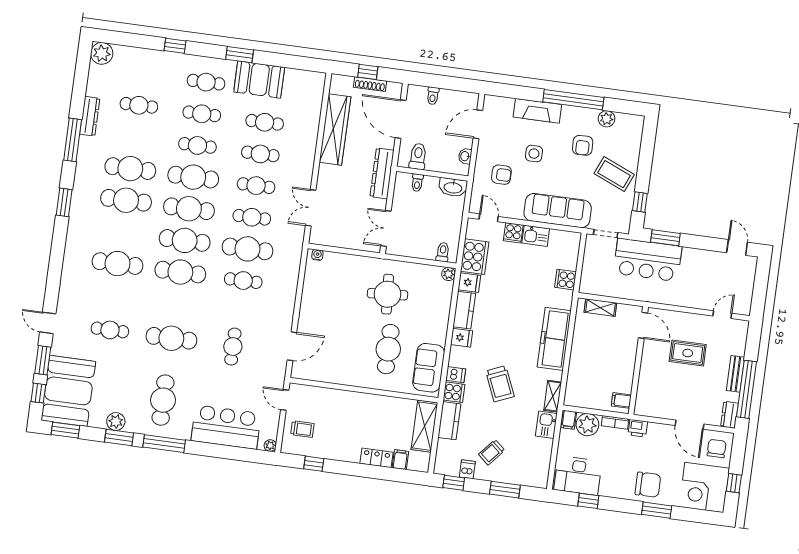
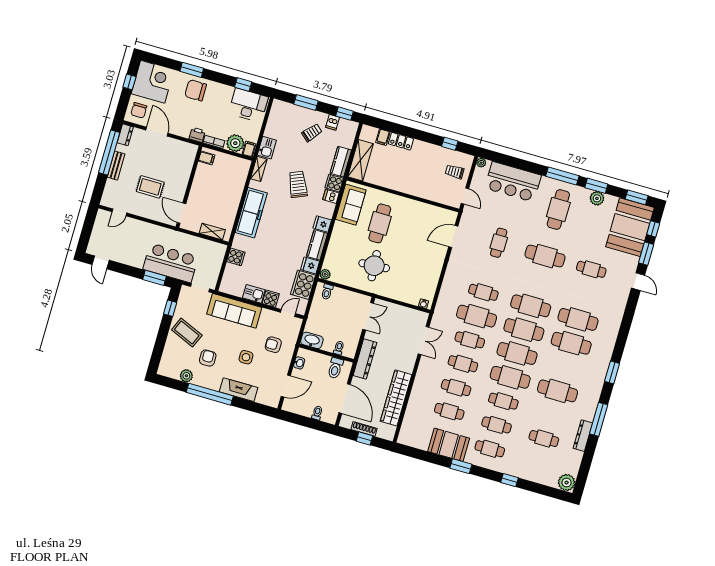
cafe table: (126, 200) -> (571, 343), moved
door: (489, 218) -> (288, 313), swing flipped

